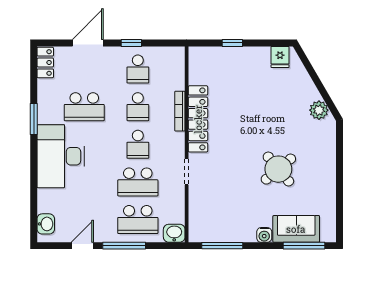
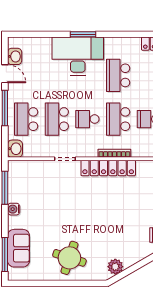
school desk: (138, 107) -> (118, 119), width x1.85
window: (34, 119) -> (83, 34), moved
round table: (278, 169) -> (69, 258), moved, turned -32
washbasin: (46, 224) -> (15, 56), moved, turned -90
water cooler: (264, 235) -> (14, 209), moved

